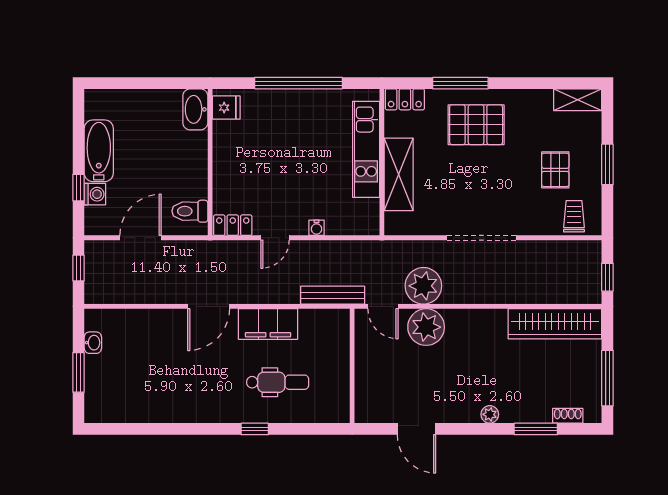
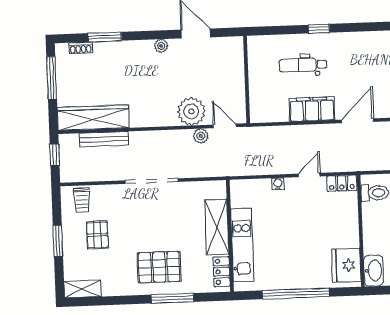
locker: (405, 99) -> (222, 272), moved, turned -90
fridge: (226, 108) -> (346, 265), width x1.88, depth x1.34
plant: (423, 286) -> (201, 136), width x0.53, depth x0.53
bench: (333, 295) -> (104, 139), moved
plant: (490, 414) -> (161, 46), moved

